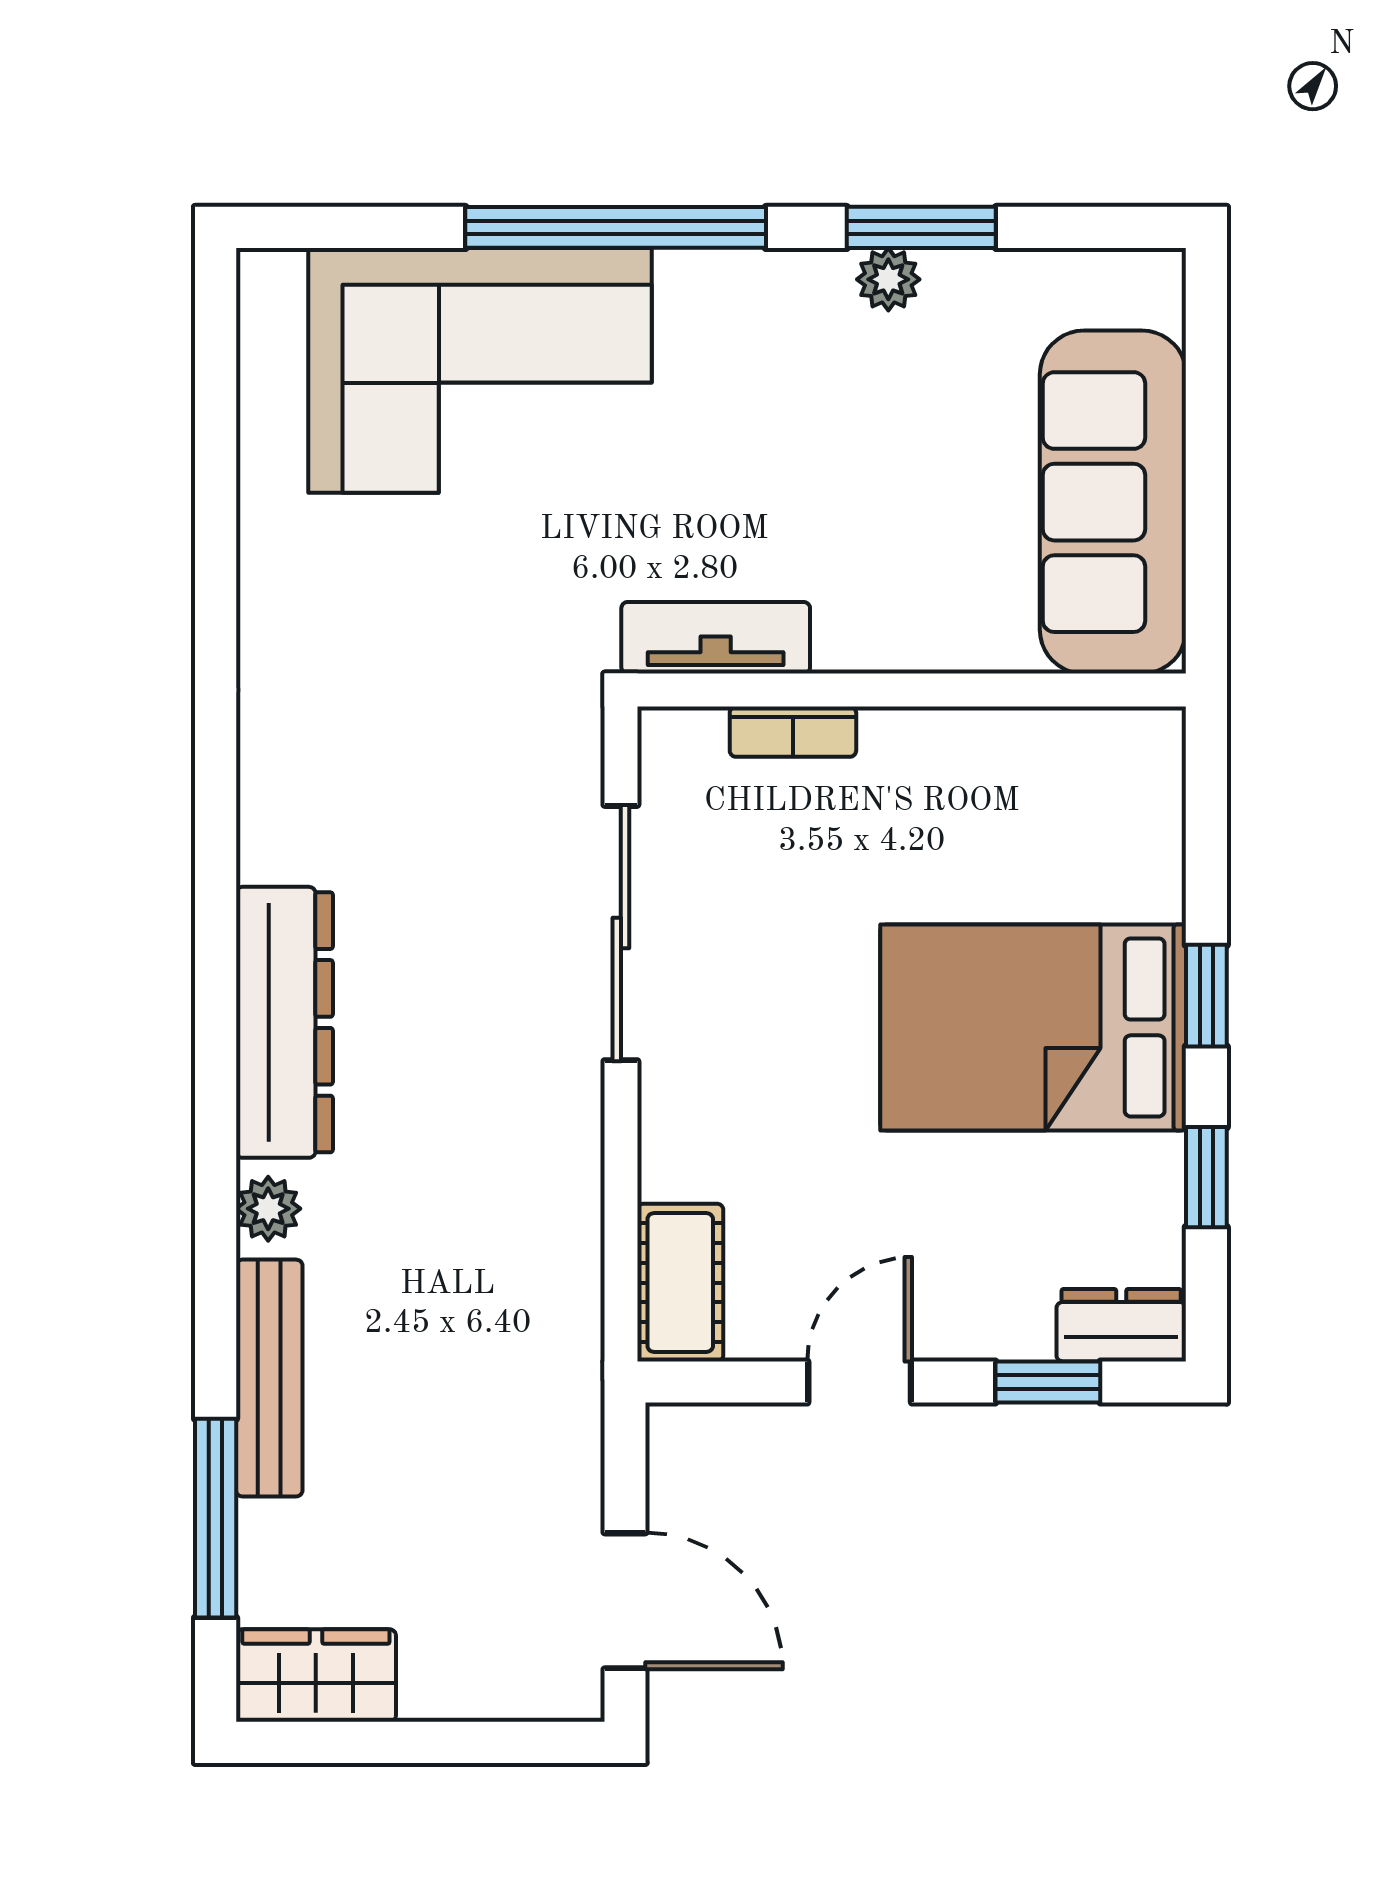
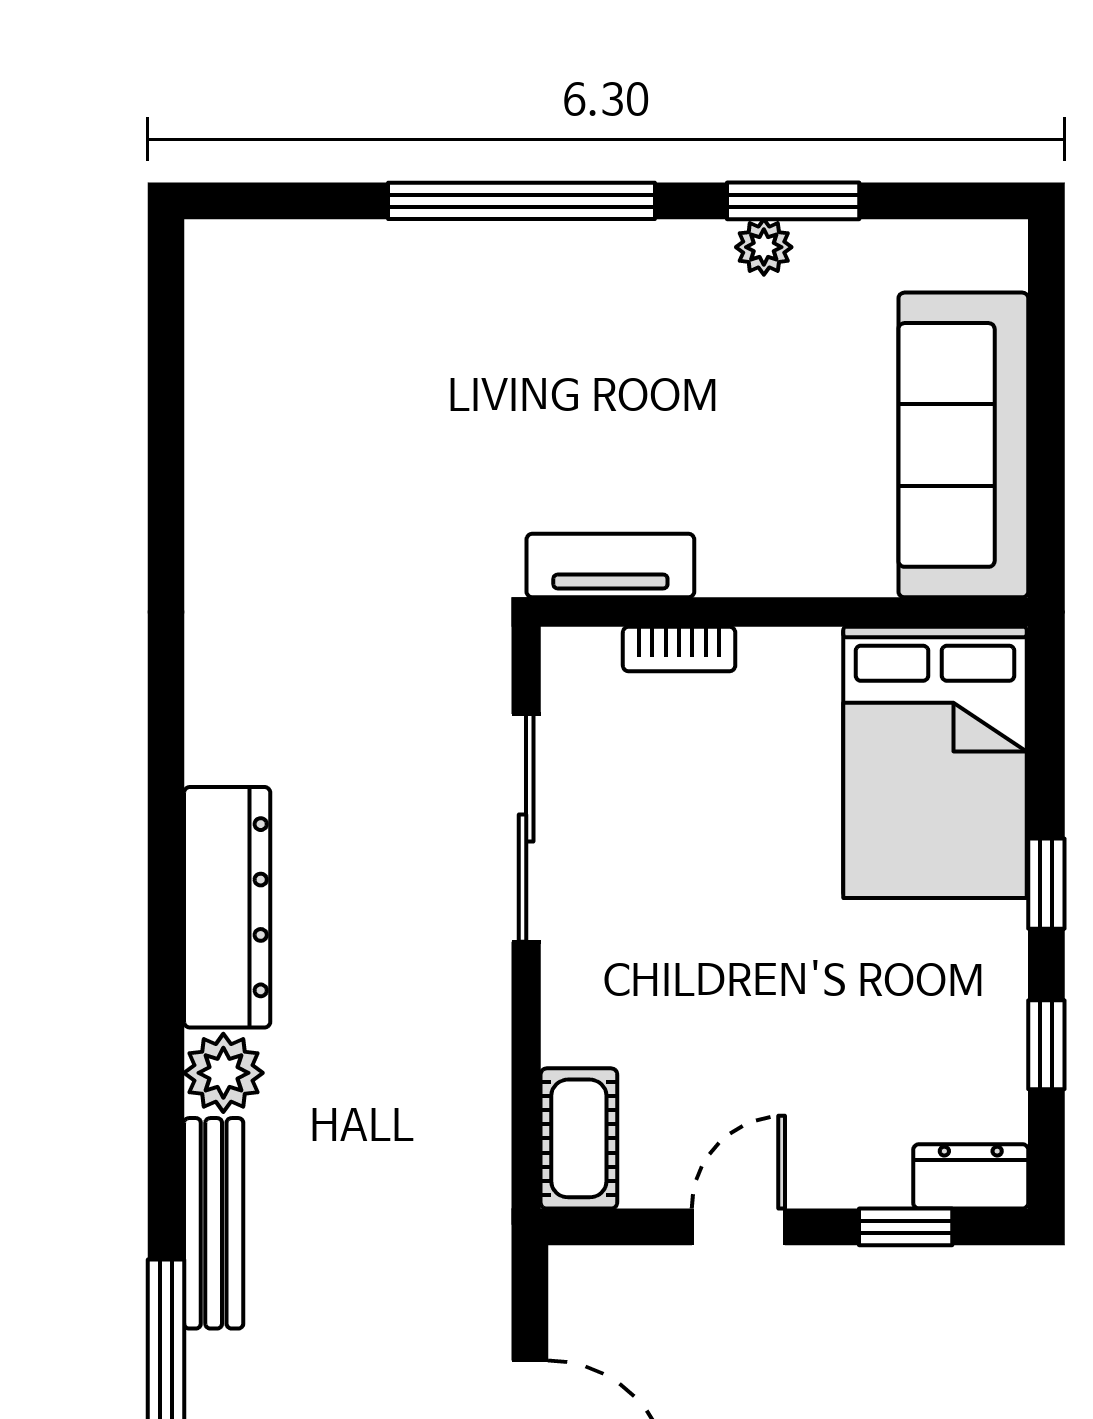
corner sofa: (480, 370) -> (401, 328), removed
bed: (1033, 1027) -> (935, 762), moved, turned -90
plant: (268, 1209) -> (223, 1073), width x1.38, depth x1.38

